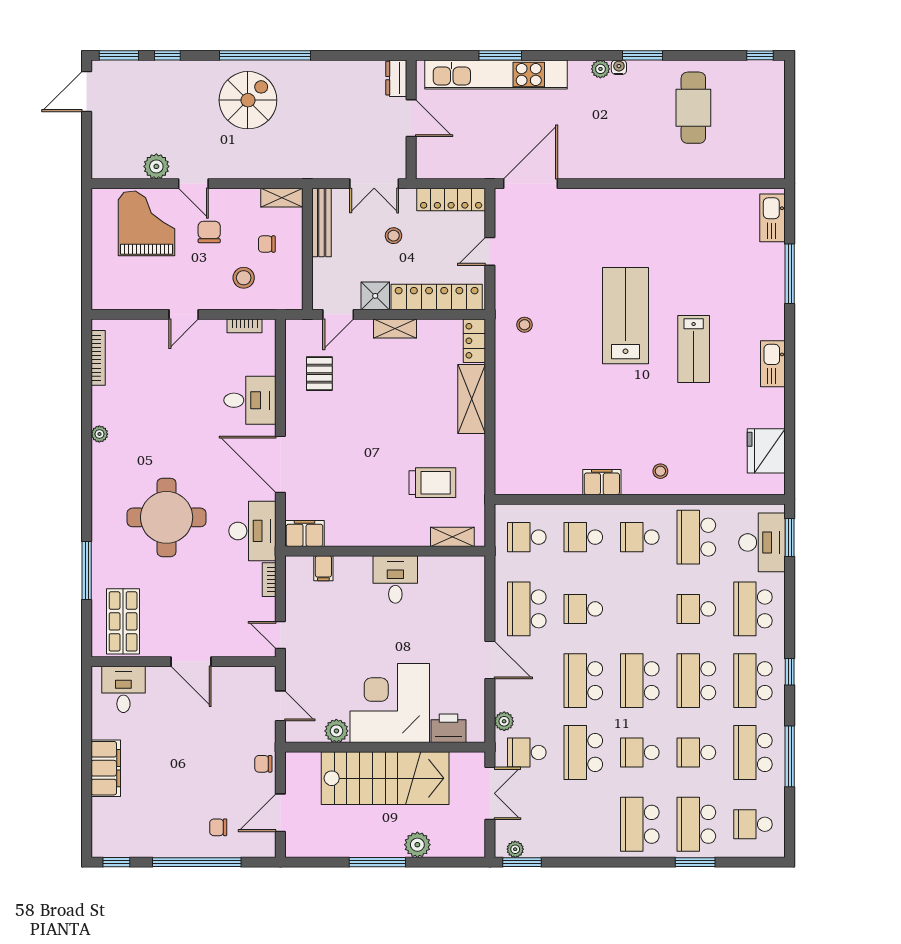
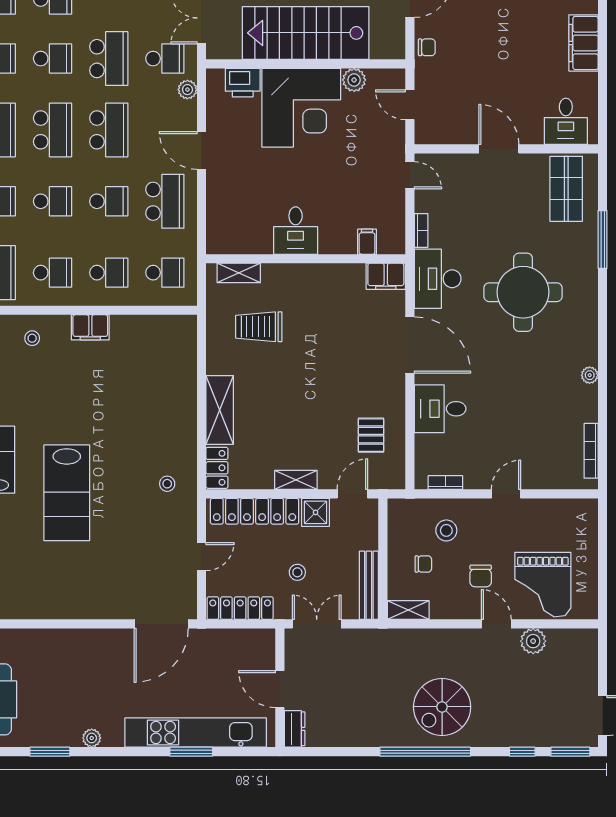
water cooler: (619, 67) -> (73, 740), removed
school desk: (640, 609) -> (53, 201), added

